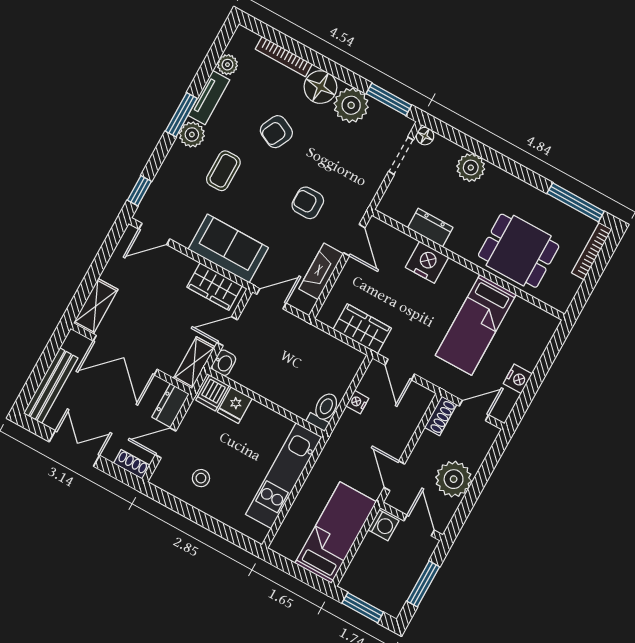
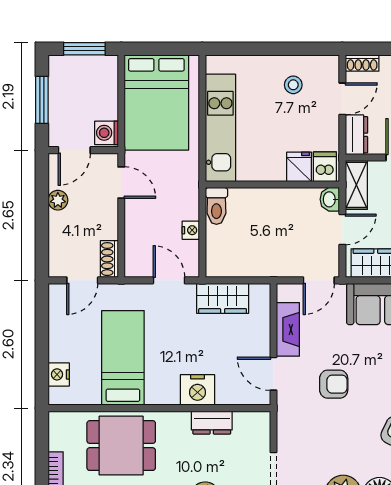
nightstand: (518, 379) -> (59, 374), moved
plant: (454, 479) -> (58, 200), width x0.53, depth x0.53
door: (419, 526) -> (74, 150), hinge flipped
bed: (336, 533) -> (156, 103), width x1.50

